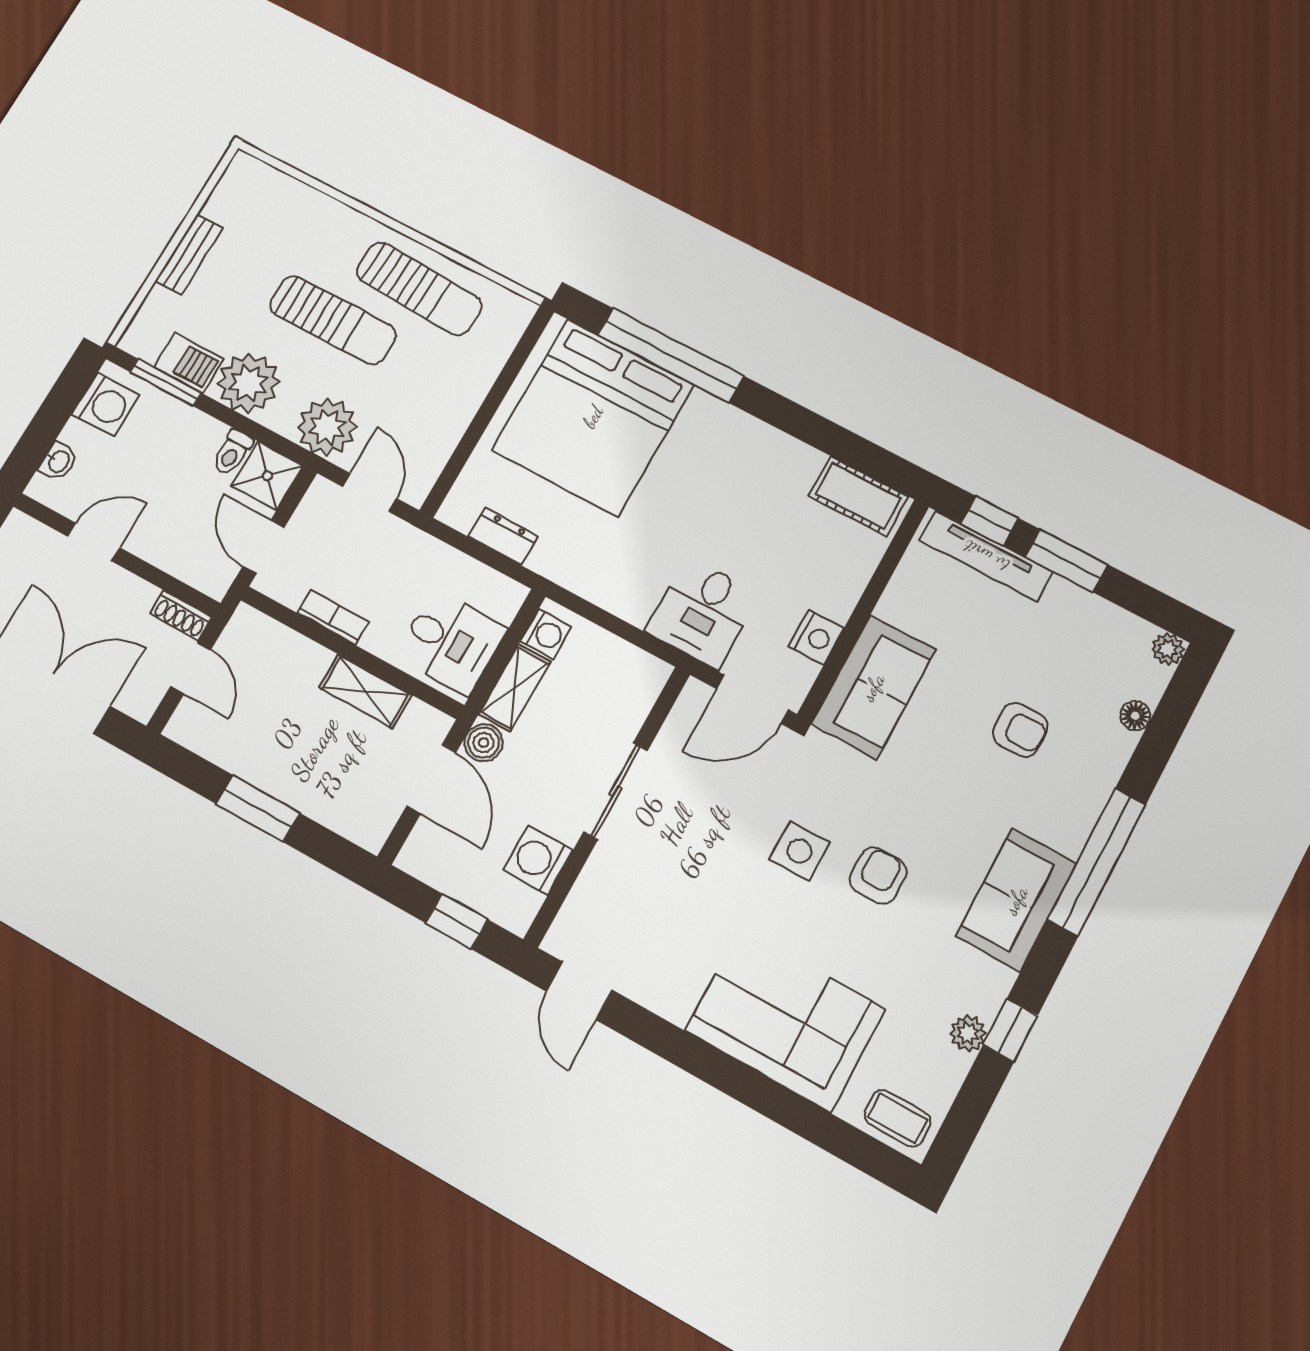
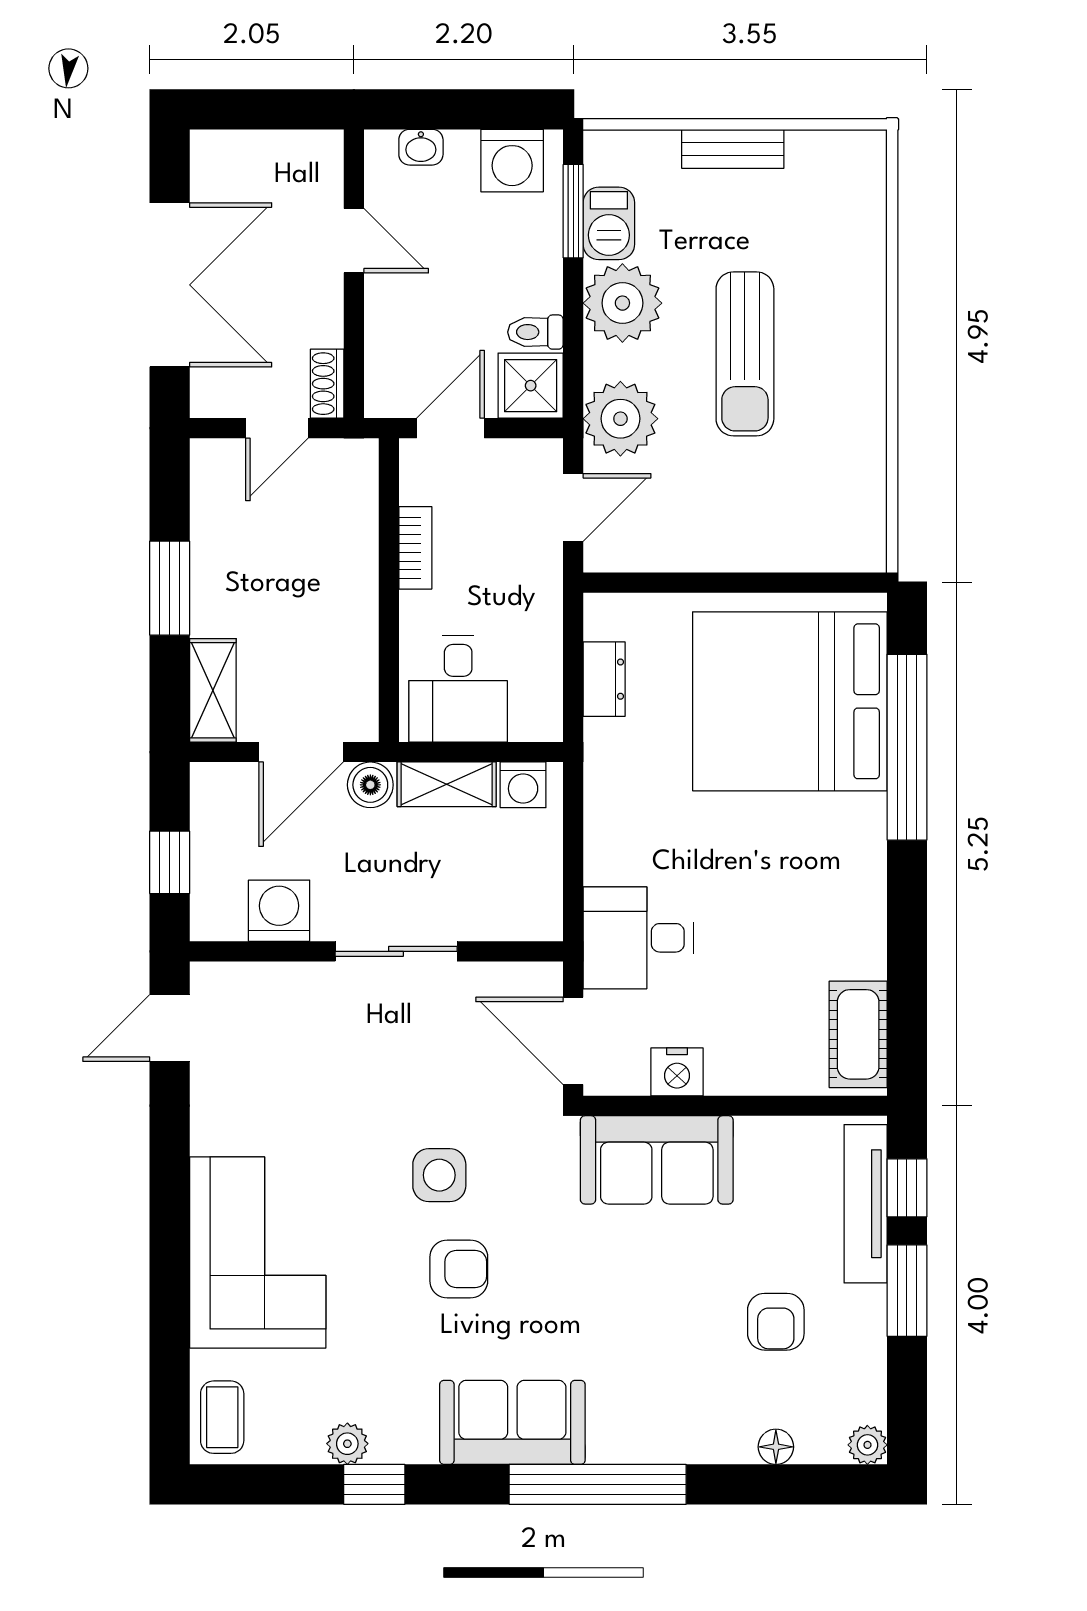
sun lounger: (419, 289) -> (833, 428), removed
shelving: (365, 691) -> (213, 690), moved
armchair: (1020, 730) -> (776, 1322), moved

